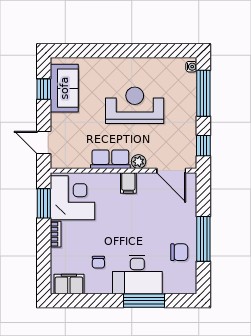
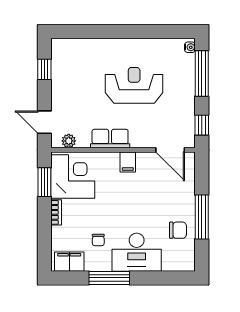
sofa: (64, 88) -> (65, 68), removed
plant: (139, 162) -> (69, 141), moved
window: (144, 301) -> (109, 278), moved

